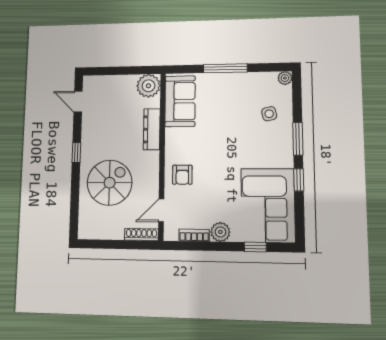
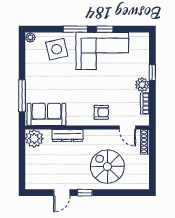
window: (225, 68) -> (22, 96), moved
door: (78, 102) -> (62, 193), moved
side table: (269, 114) -> (57, 49), width x1.87, depth x1.87
corner sofa: (268, 205) -> (102, 51), moved
window: (255, 247) -> (152, 72), moved

